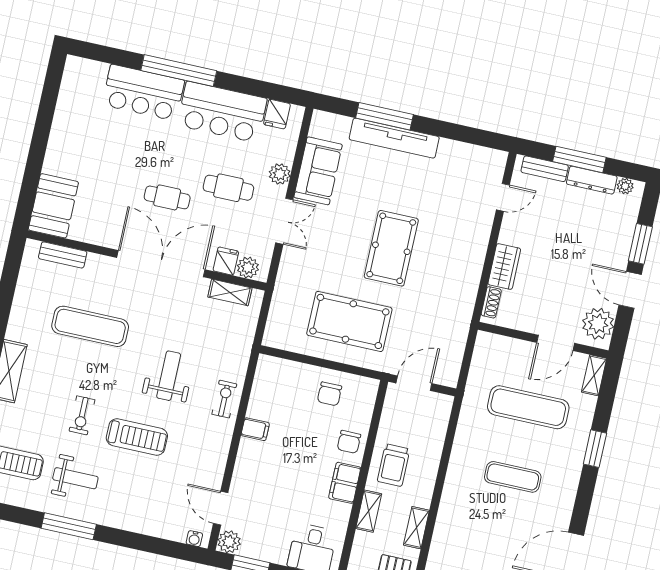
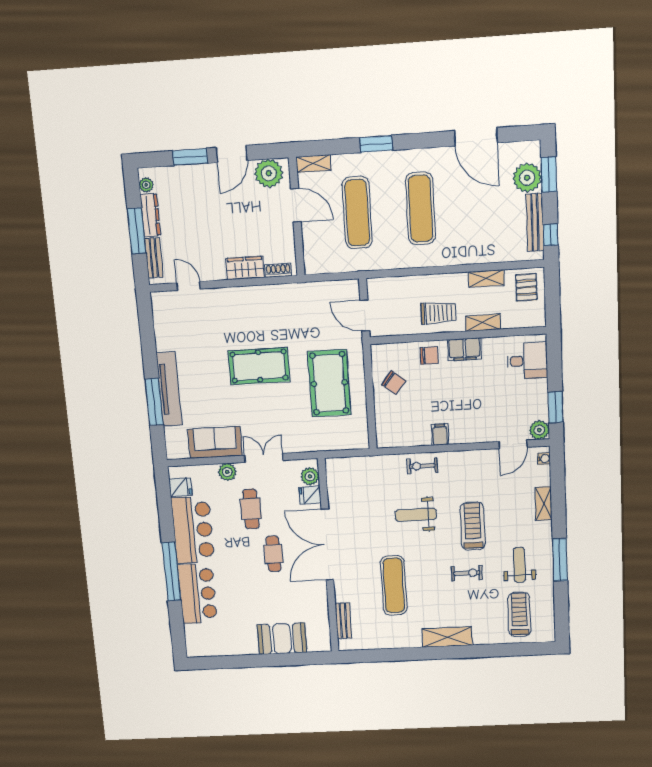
booth: (53, 206) -> (282, 639), moved
shelving: (230, 292) -> (544, 504), moved
chair: (330, 394) -> (394, 383), turned 38
exercise mat: (513, 477) -> (420, 208), width x1.36, depth x1.45

